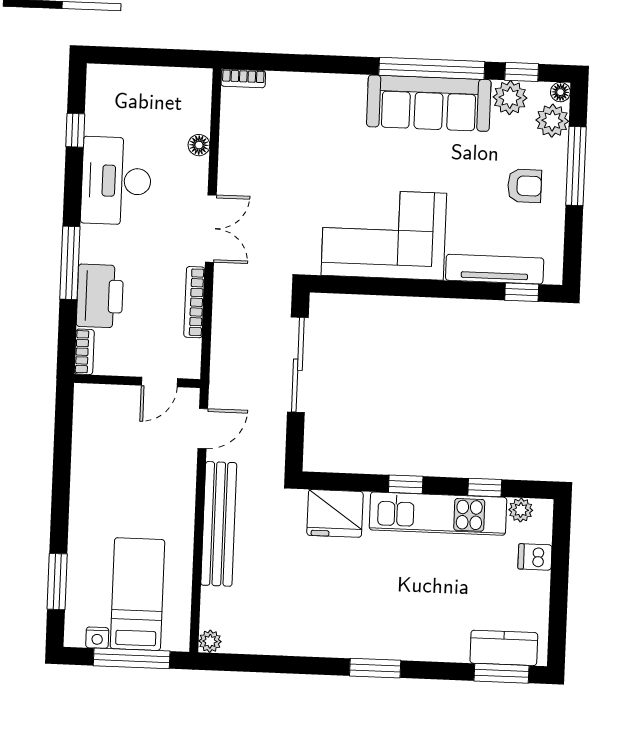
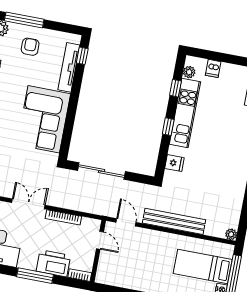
fridge: (335, 513) -> (174, 163), width x0.53, depth x0.75

